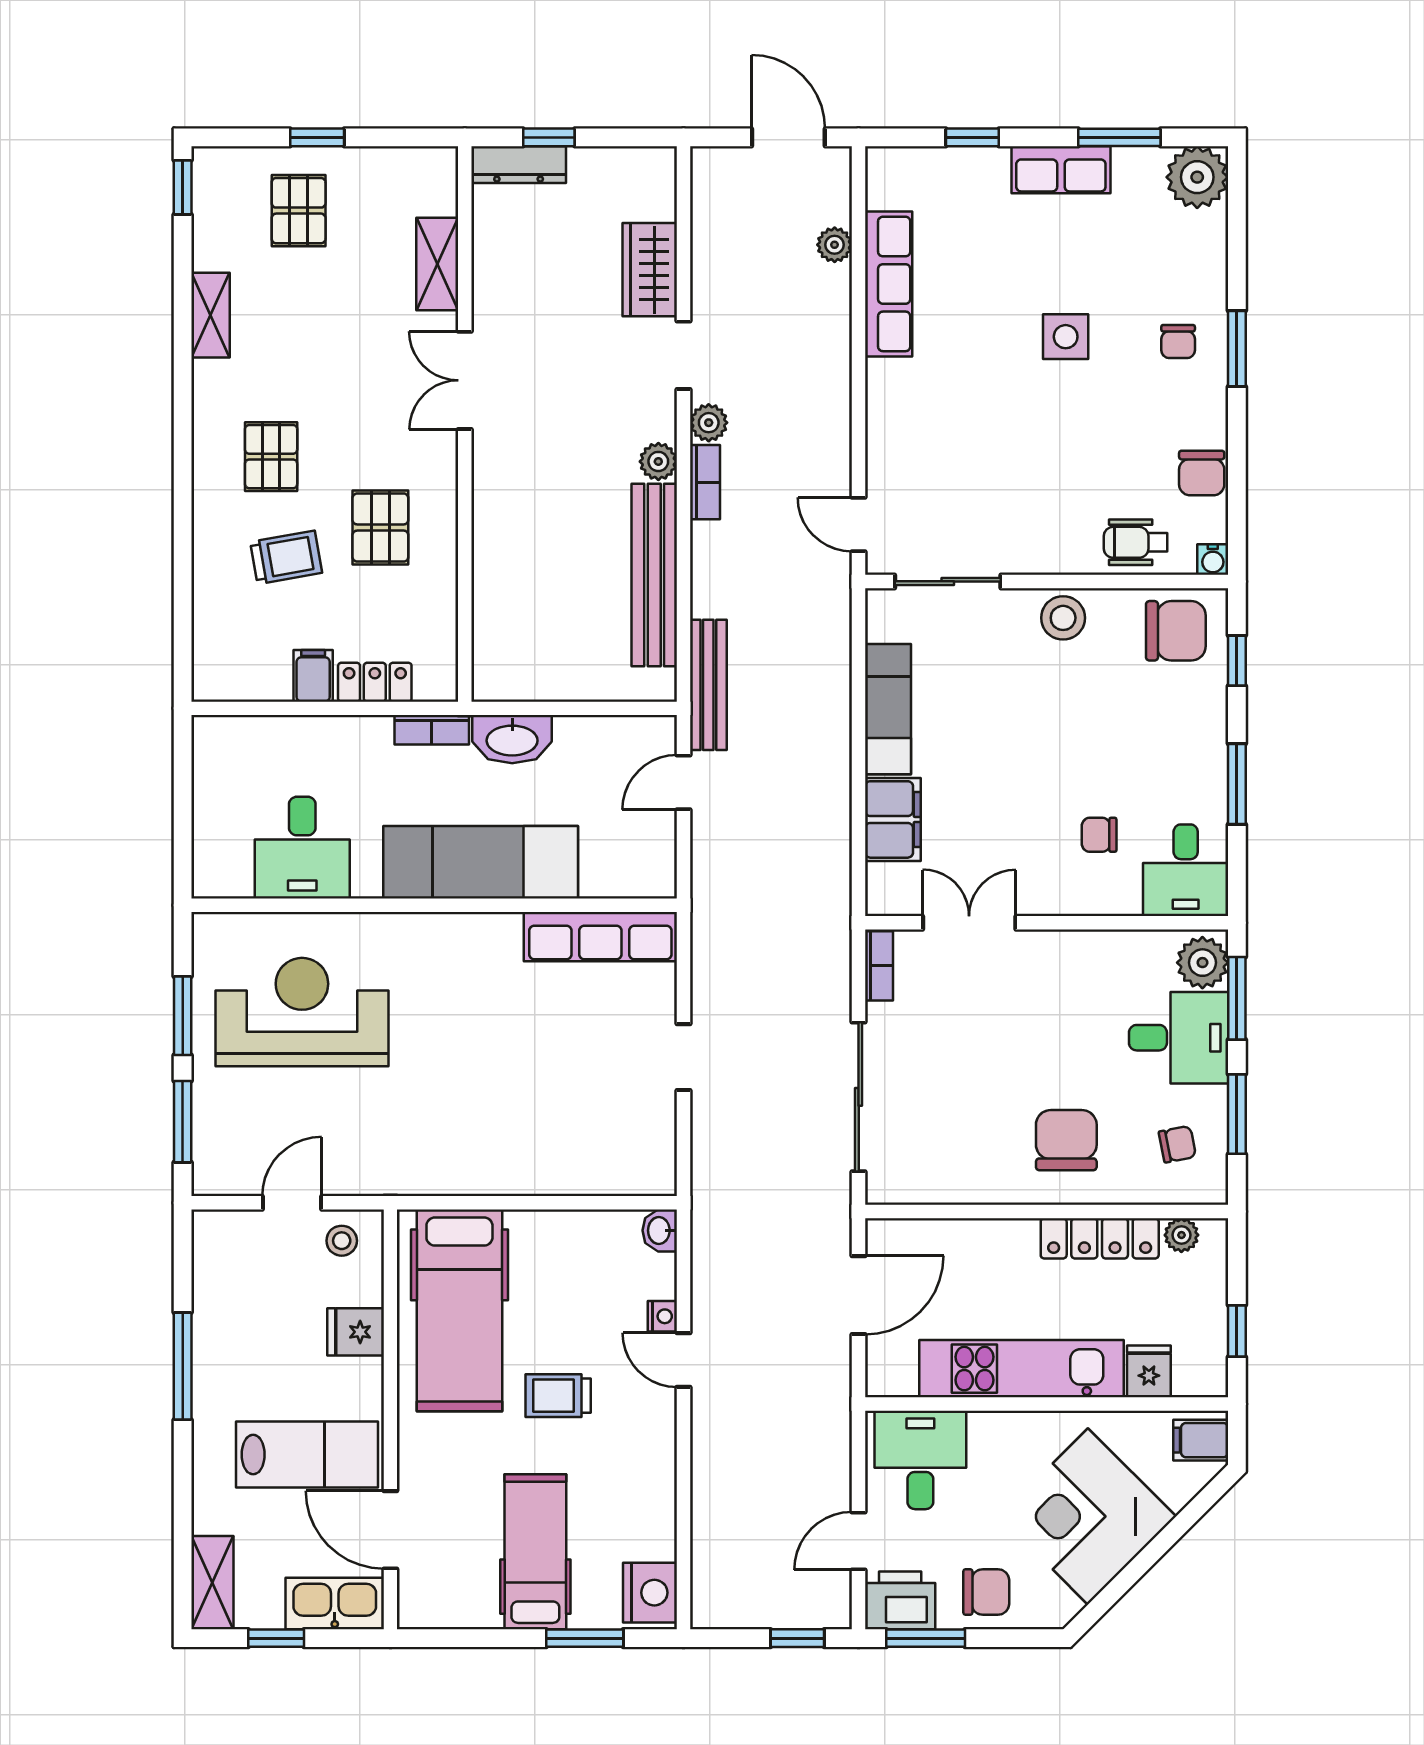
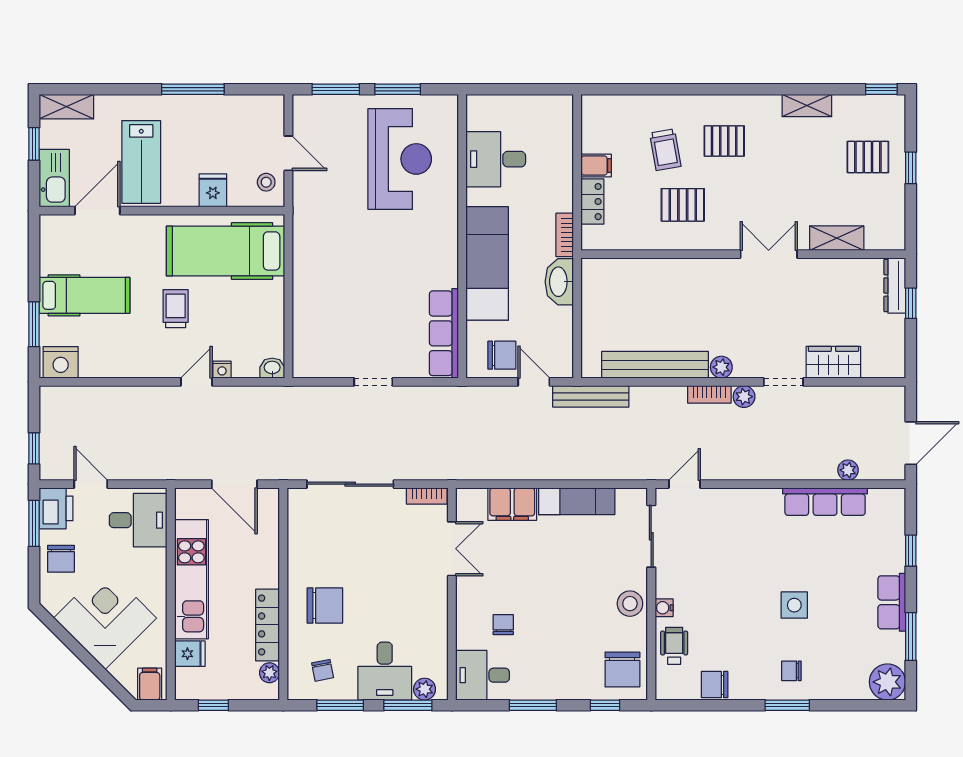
water cooler: (1213, 560) -> (664, 608), moved
chair: (638, 837) -> (502, 355), added
plant: (1202, 963) -> (425, 689), width x0.73, depth x0.73

